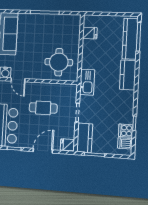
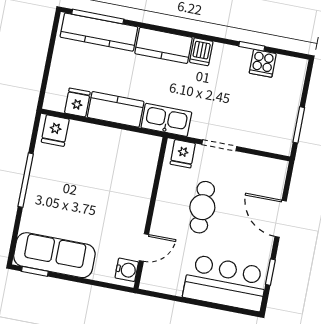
fridge: (73, 24) -> (55, 131), added
round table: (59, 62) -> (122, 167), removed
kitchen counter: (85, 138) -> (116, 109), moved
dishwasher: (125, 143) -> (201, 52), moved
fridge: (67, 145) -> (183, 154), moved

